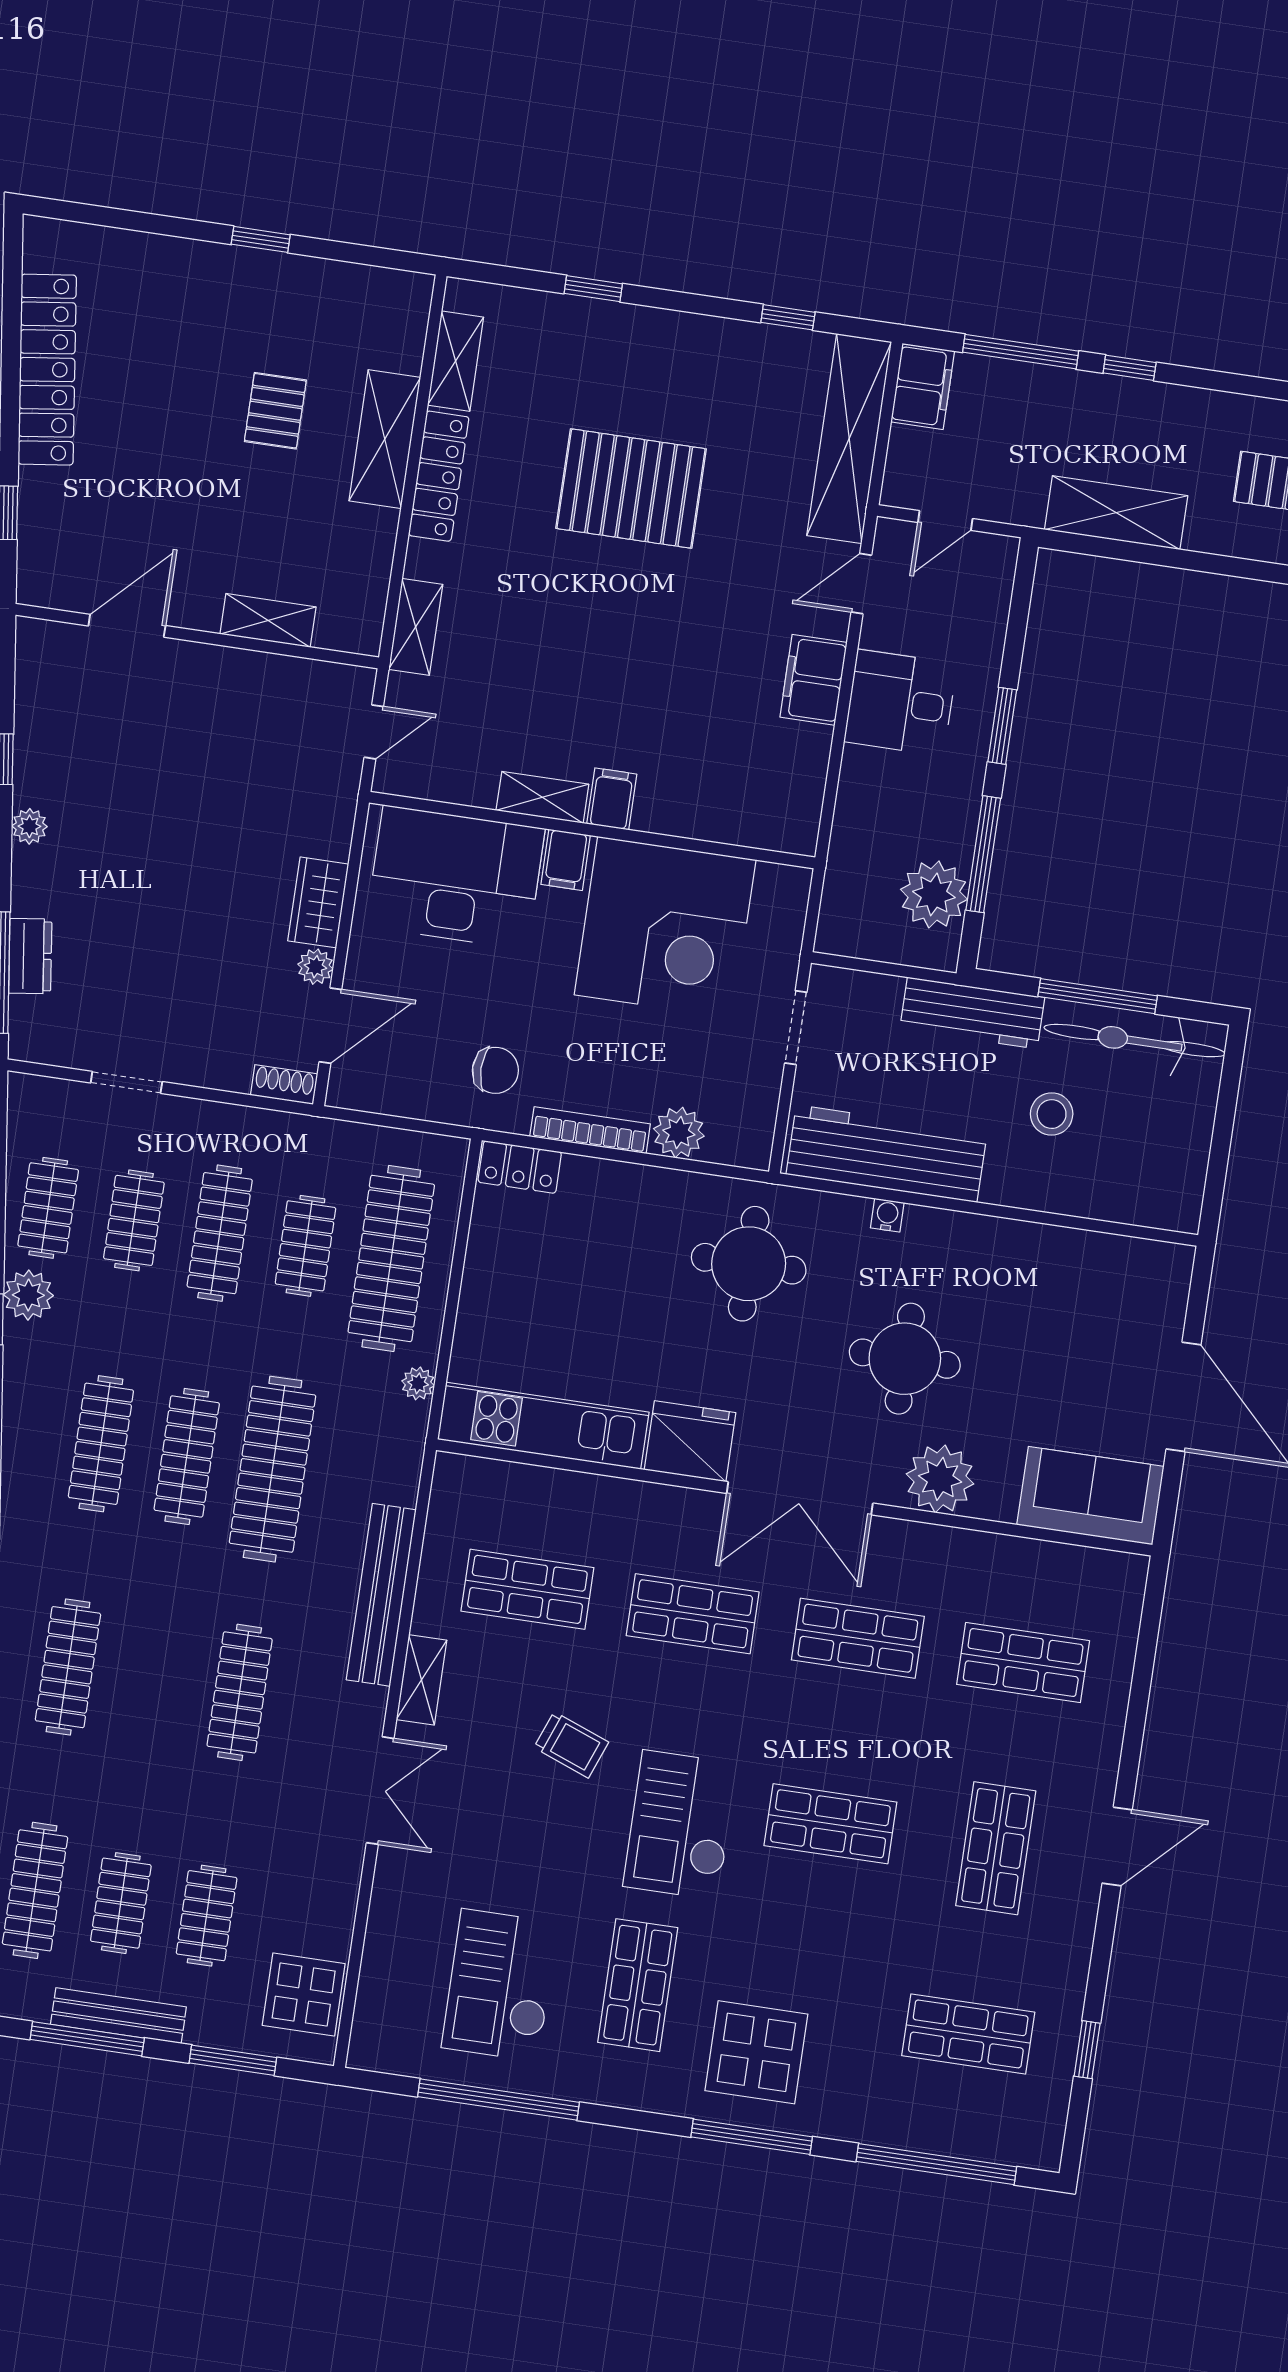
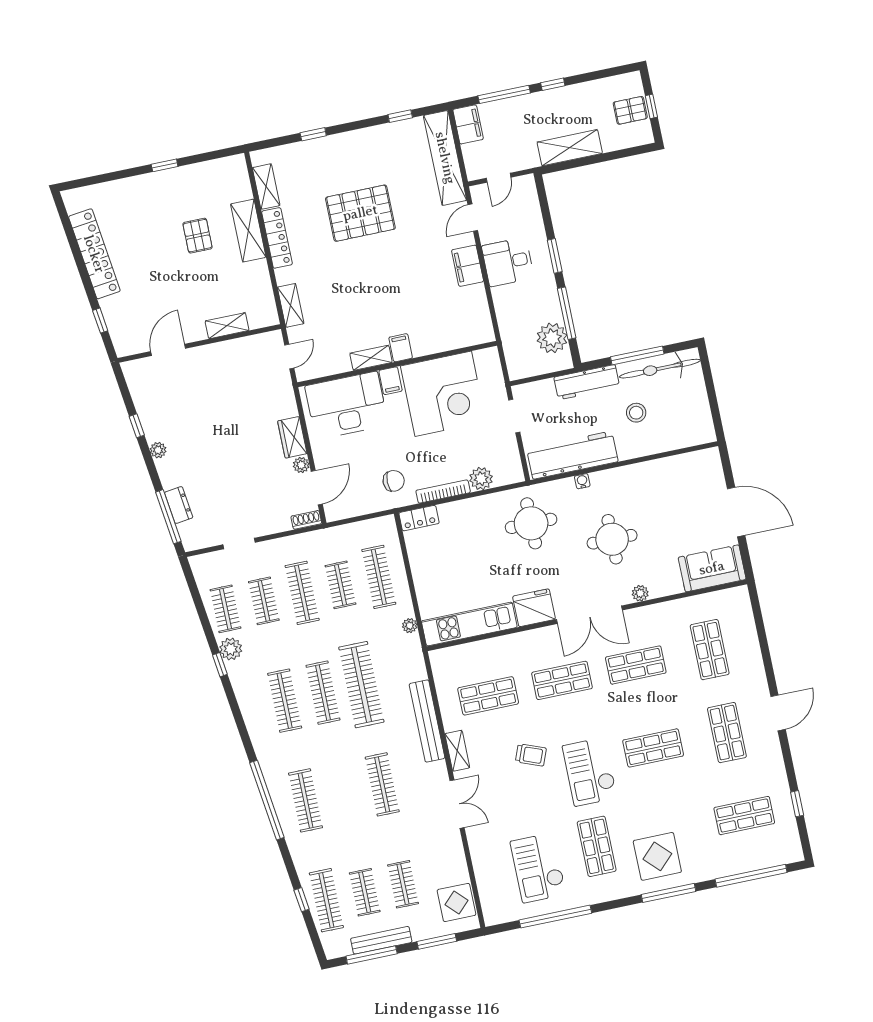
clothes rail: (391, 1258) -> (379, 577), width x0.73, depth x0.76
plant: (940, 1479) -> (640, 593), width x0.53, depth x0.53
shop shelf: (1023, 1663) -> (710, 650), turned 90

